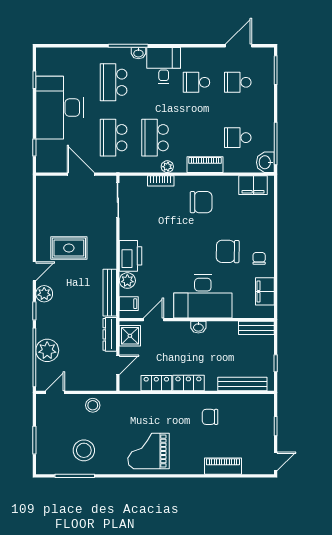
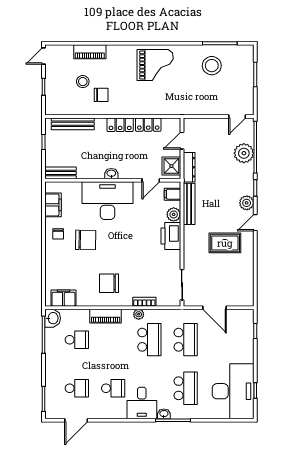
desk: (60, 108) -> (233, 391), moved
stool: (93, 405) -> (83, 82), moved

